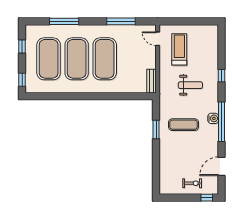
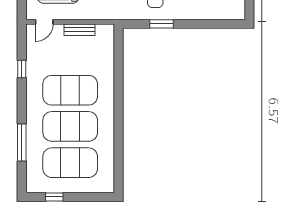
window: (121, 21) -> (22, 69), width x0.46
window: (22, 80) -> (97, 197), removed
bench: (151, 81) -> (79, 30), moved

